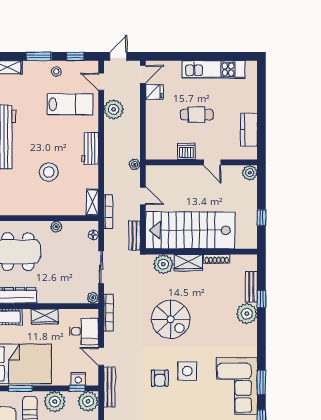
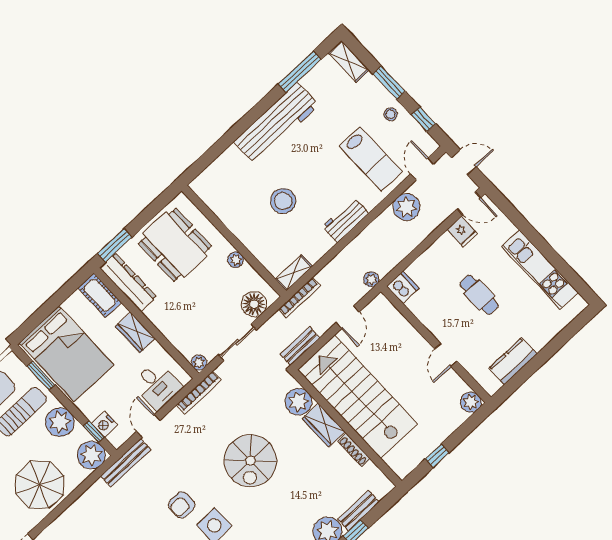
dishwasher: (186, 151) -> (403, 287), moved
floor lamp: (93, 235) -> (254, 304), width x1.89, depth x1.89

